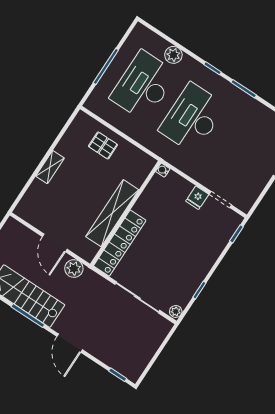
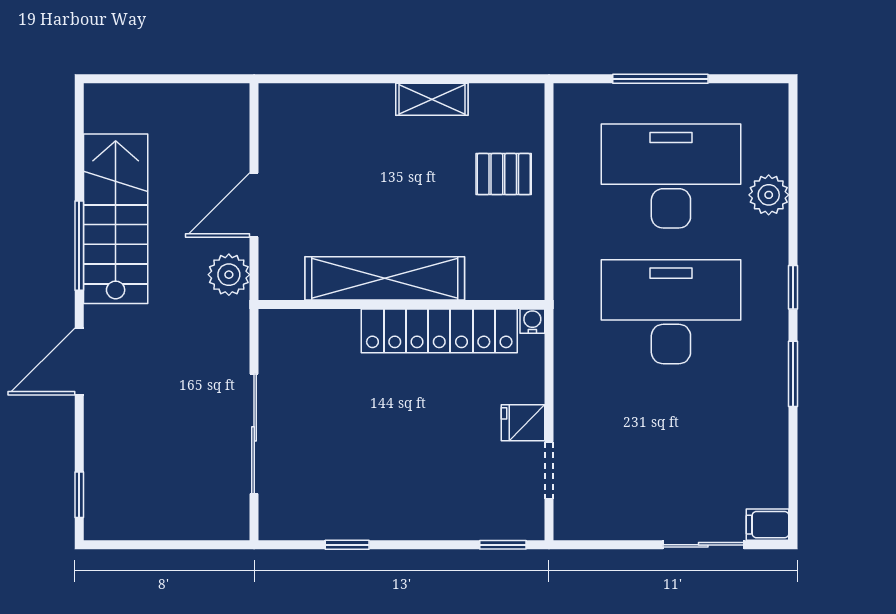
pallet: (103, 145) -> (504, 174), turned 90
shelving: (50, 167) -> (432, 99), moved
locker: (120, 243) -> (439, 331), moved
plant: (176, 311) -> (276, 526), removed

